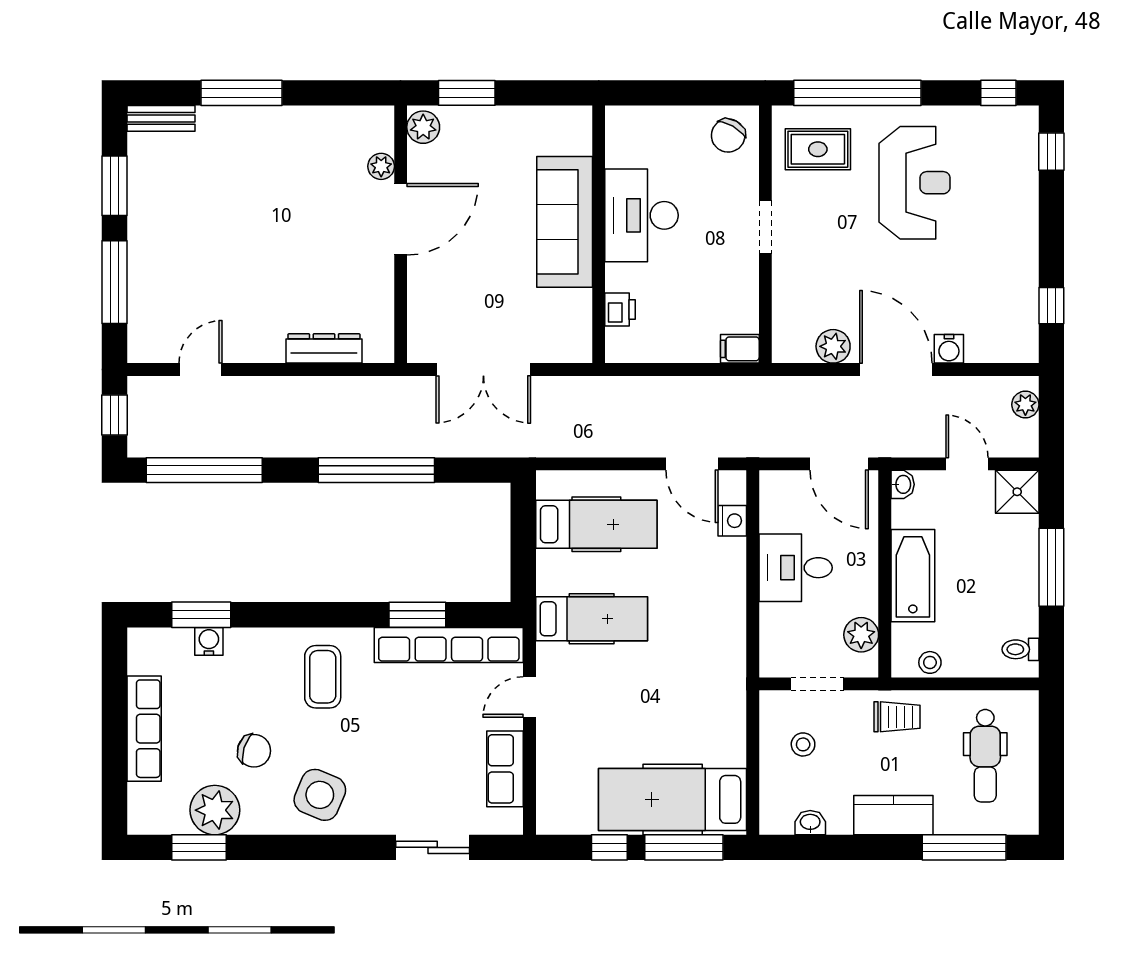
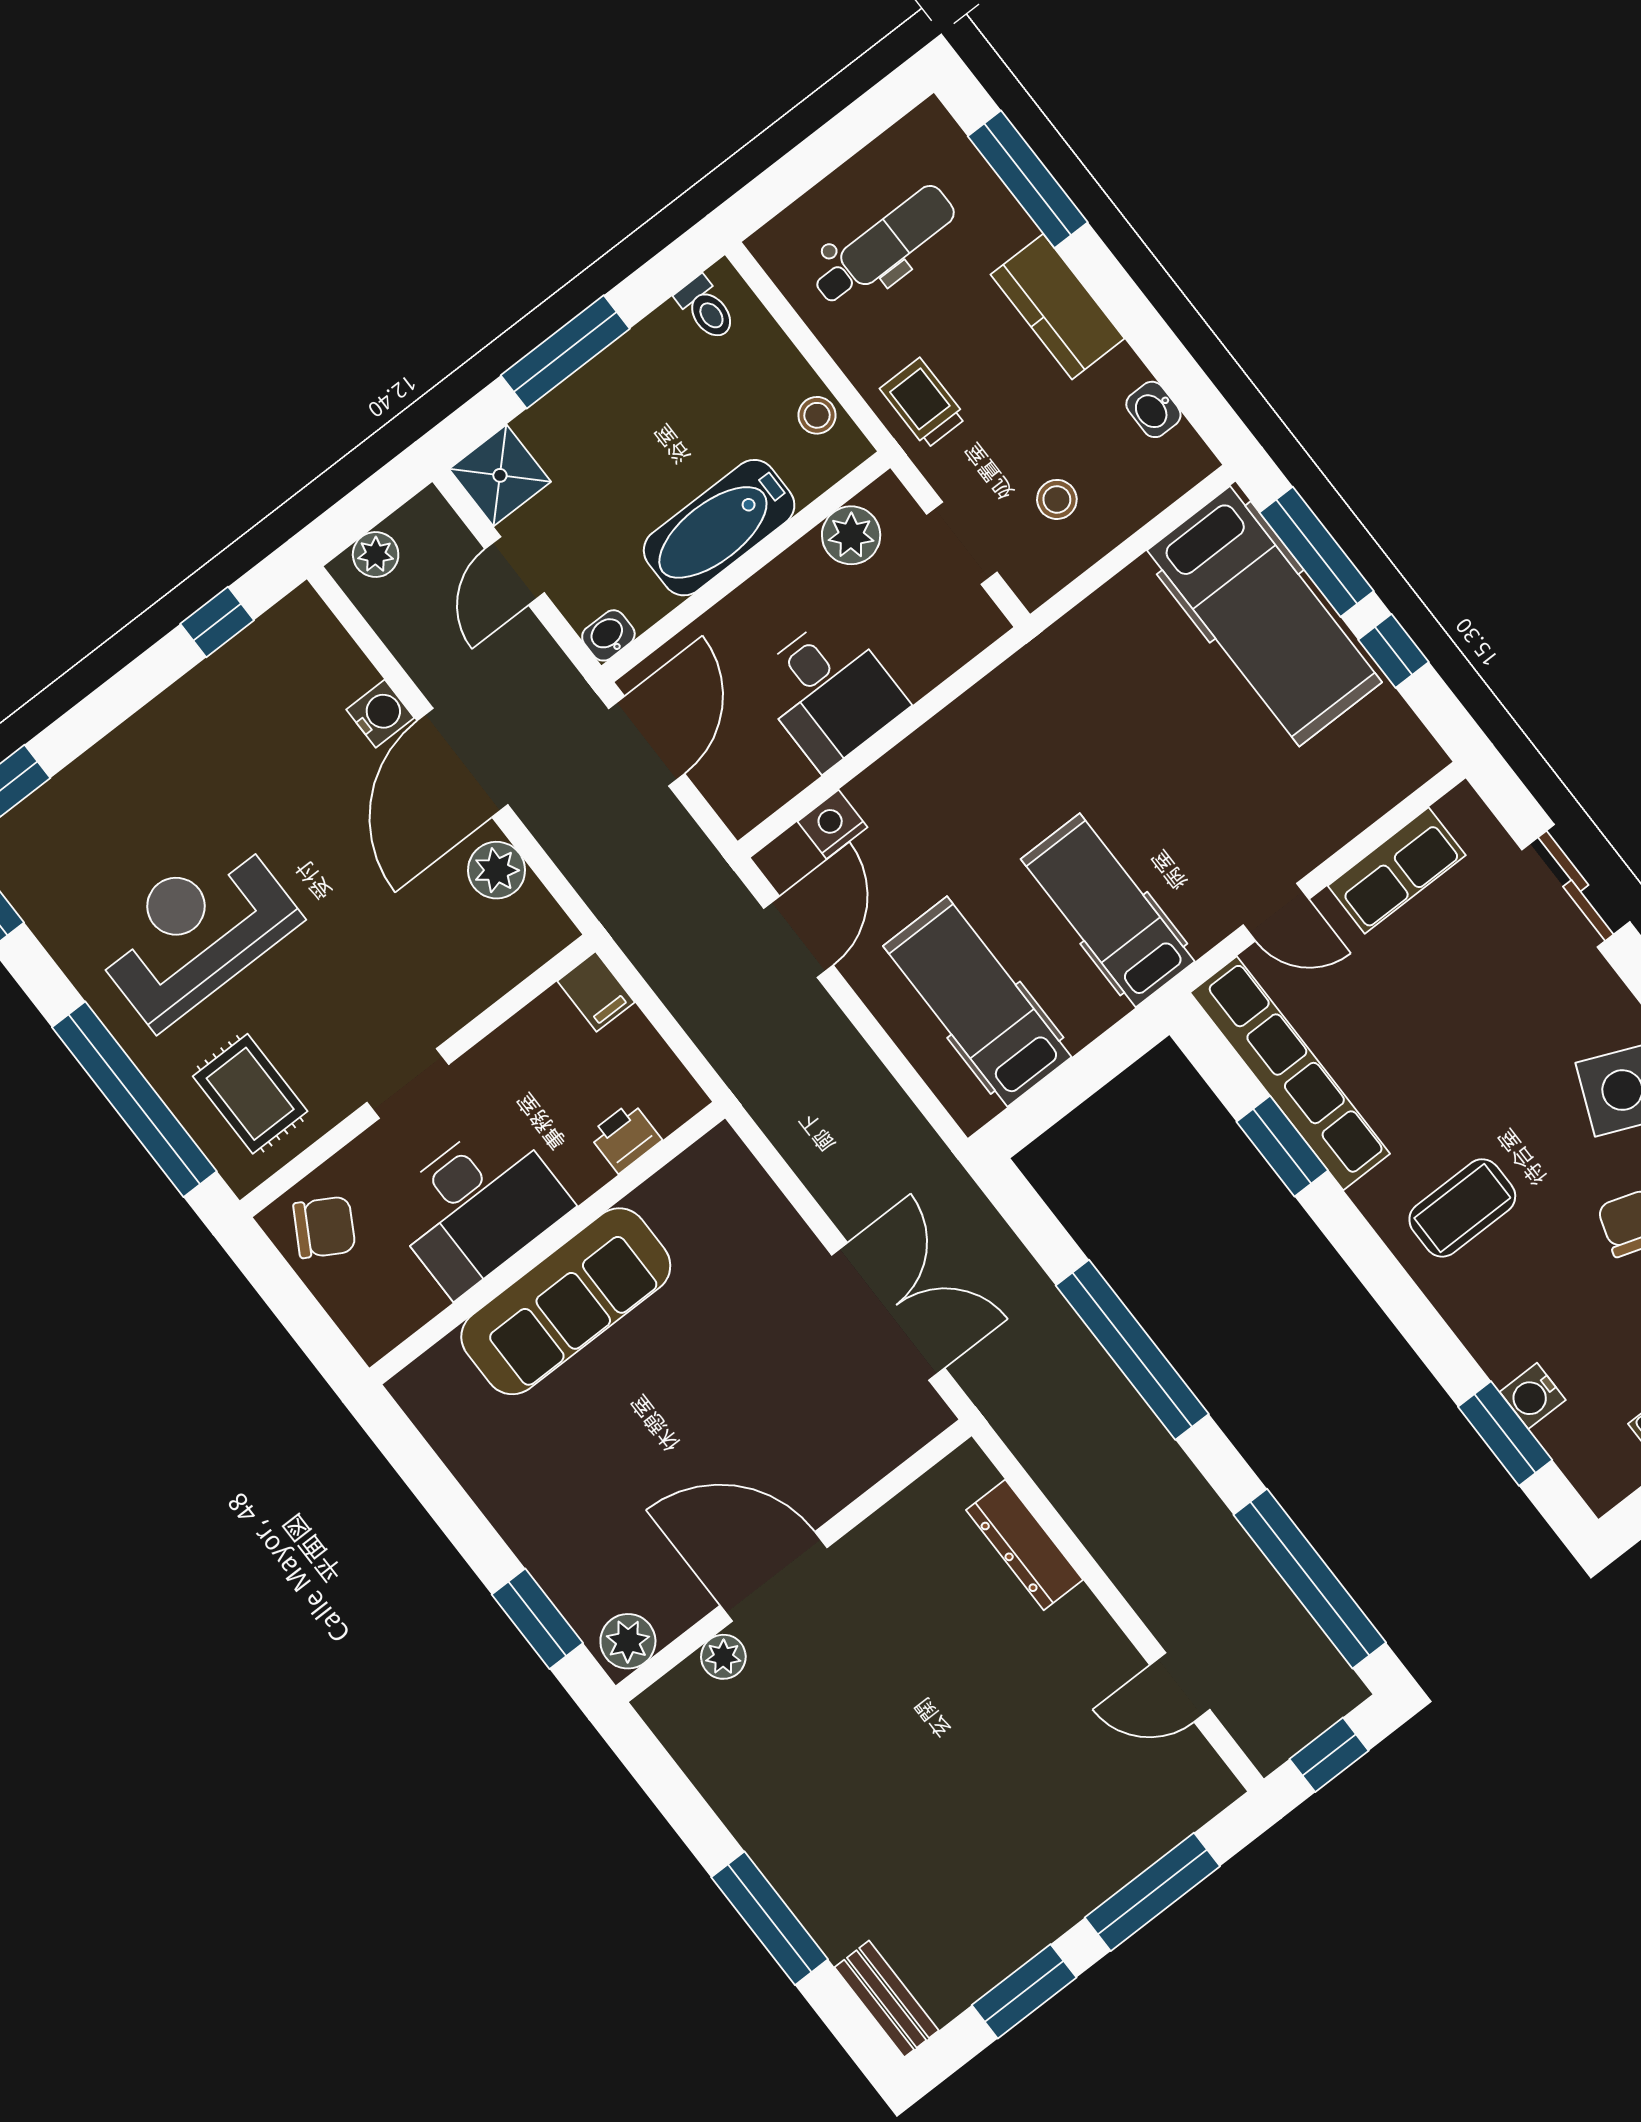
desk: (642, 215) -> (478, 1206), moved
sofa: (565, 222) -> (566, 1301), moved
wall: (599, 234) -> (547, 1243), moved
printer: (620, 309) -> (625, 1137), moved

